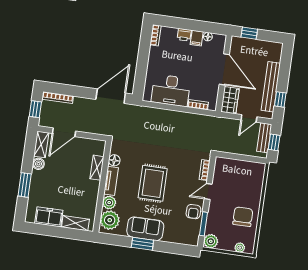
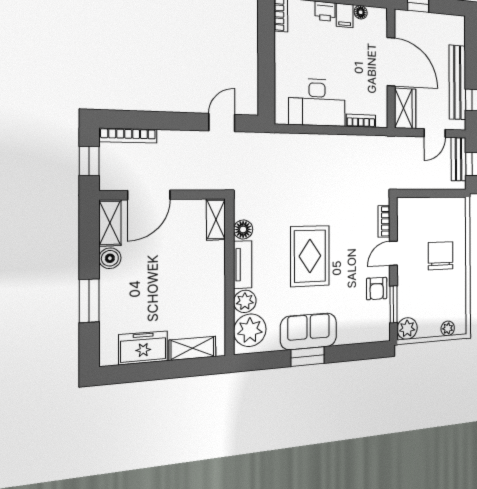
door: (111, 96) -> (222, 123), width x0.53
shelving: (97, 168) -> (216, 219), moved
chair: (243, 217) -> (441, 256), moved

